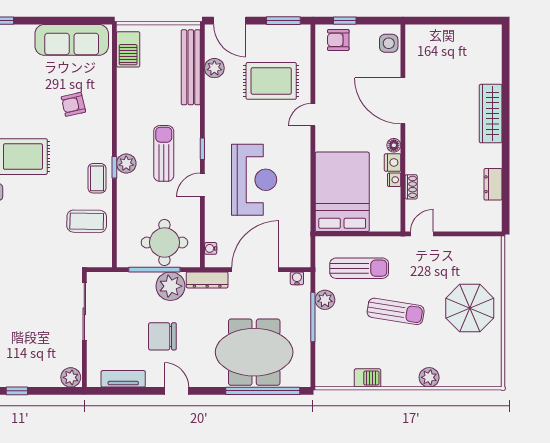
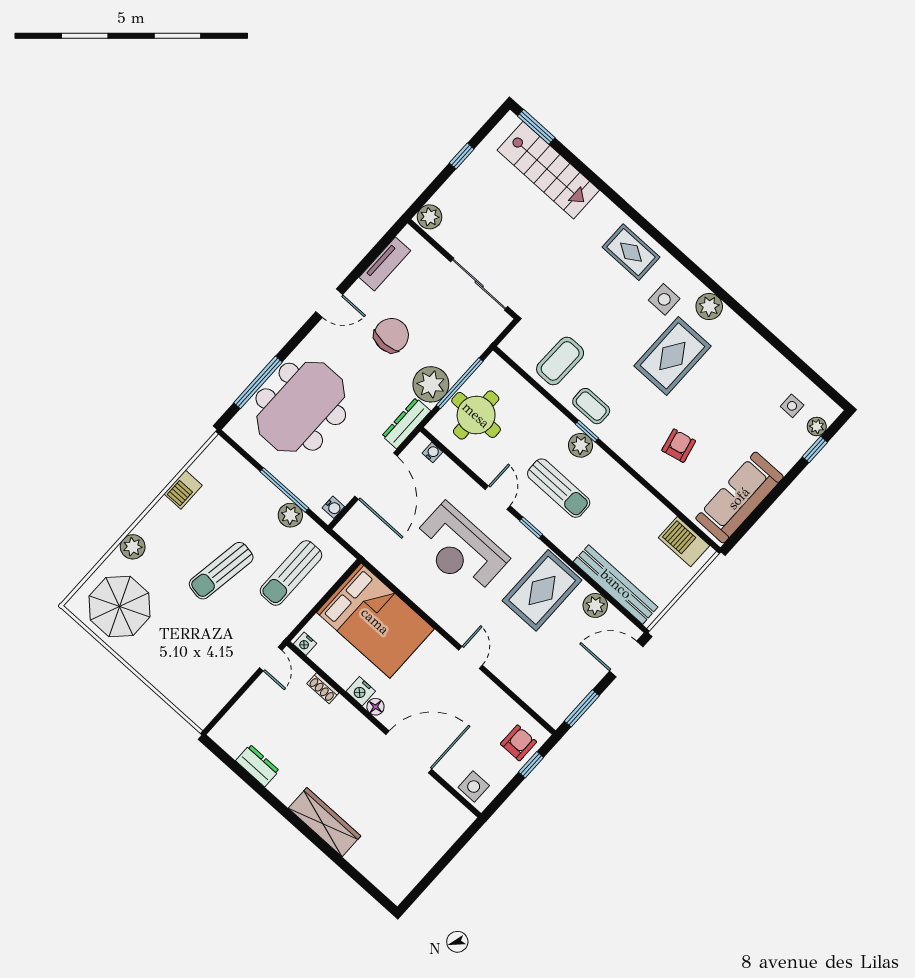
rug: (271, 81) -> (542, 590), moved
nightstand: (394, 180) -> (305, 644), moved
parasol: (470, 308) -> (119, 607), moved
window: (263, 391) -> (258, 382), width x0.68

